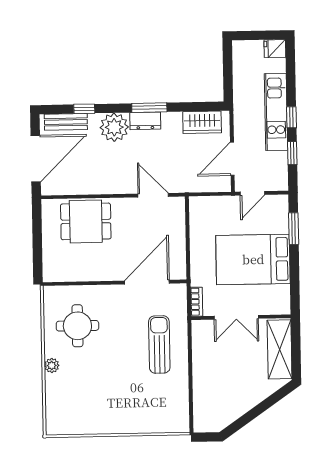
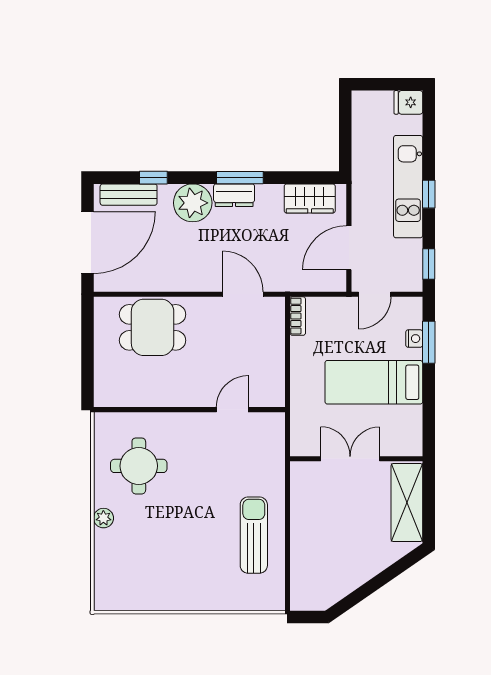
window: (292, 153) -> (429, 264), moved
nightstand: (283, 226) -> (414, 339), added
bed: (253, 259) -> (374, 382), width x0.67
door: (147, 282) -> (232, 410), width x0.53
bookcase: (197, 302) -> (298, 316), moved
double door: (236, 317) -> (350, 459), swing flipped
sun lounger: (159, 344) -> (254, 535), moved

